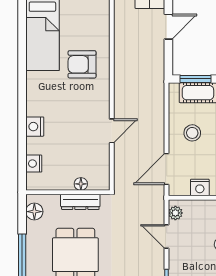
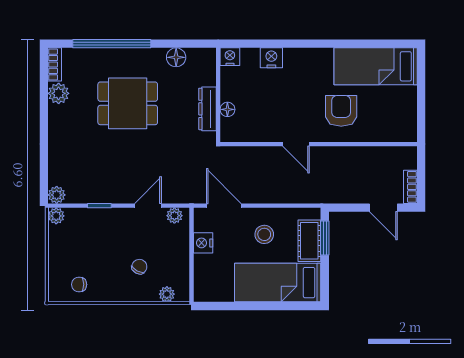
door: (112, 131) -> (296, 144), moved
floor lamp: (81, 184) -> (227, 109), moved
wall: (68, 192) -> (218, 95), moved
dresser: (80, 202) -> (207, 109), moved

